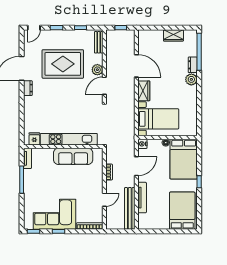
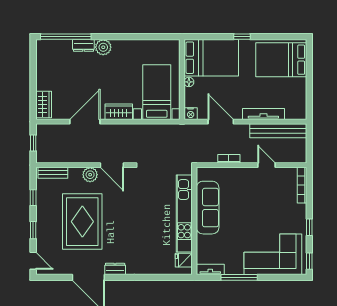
wardrobe: (173, 35) -> (44, 104), moved
corner sofa: (55, 214) -> (273, 254), moved, turned 90

